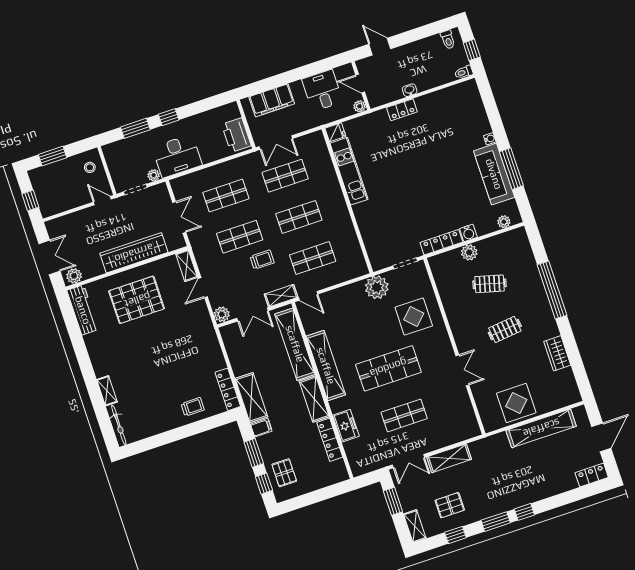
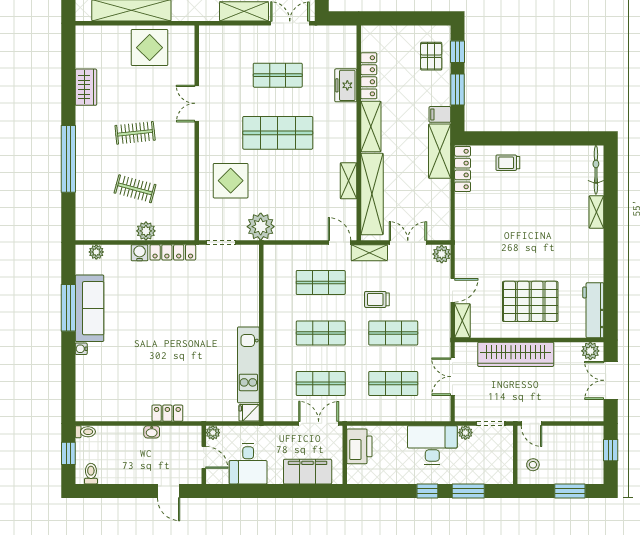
shelving: (326, 366) -> (348, 181), width x0.45, depth x0.75

